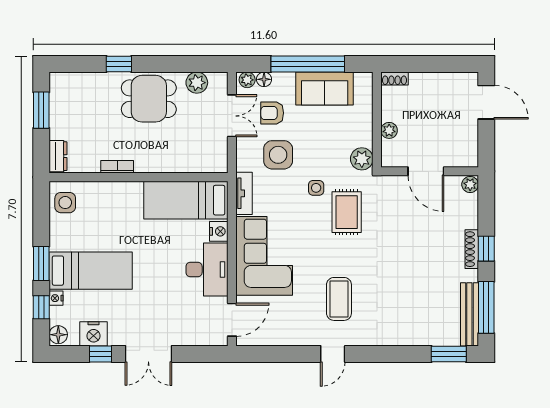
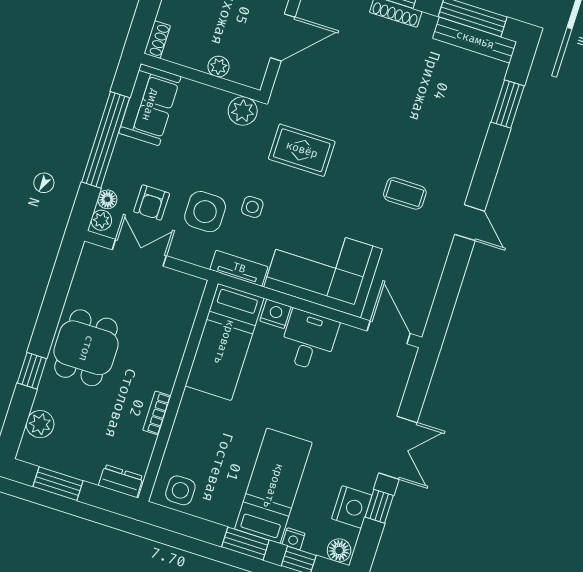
plant: (197, 83) -> (40, 424), moved
sofa: (325, 88) -> (150, 105), moved
side table: (316, 188) -> (252, 207), moved
desk: (207, 269) -> (309, 340), width x0.73
coffee table: (339, 299) -> (405, 193), width x0.73, depth x0.77
window: (449, 354) -> (508, 104), moved

